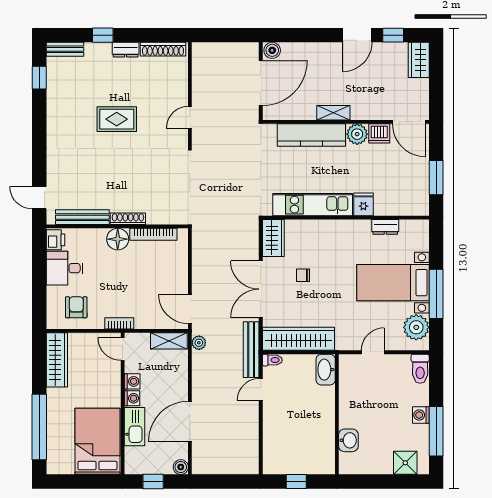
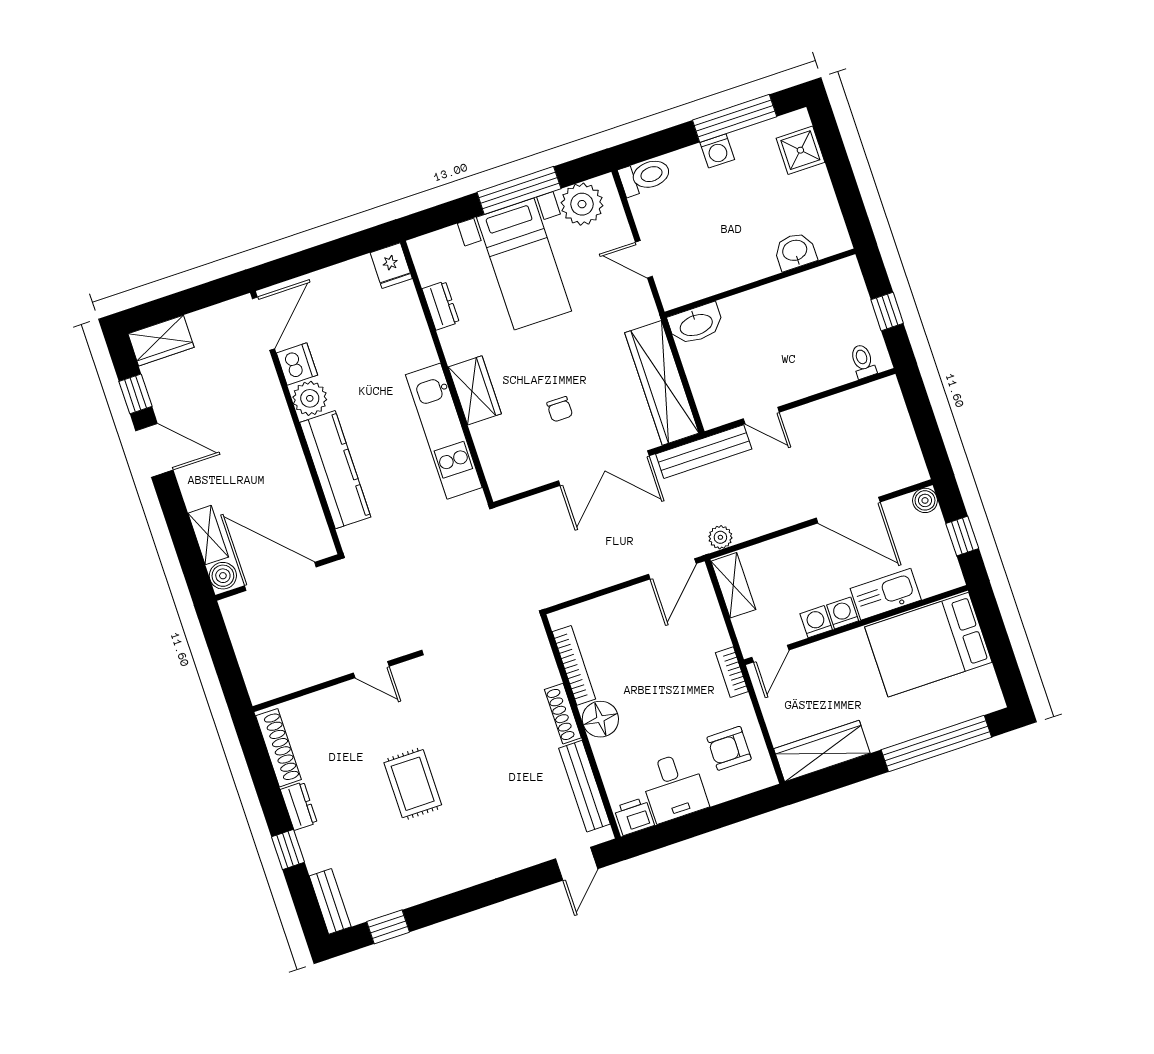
shelving: (333, 113) -> (208, 535), moved
window: (436, 178) -> (337, 251), removed
fridge: (363, 204) -> (391, 266), moved, turned -90
wardrobe: (273, 238) -> (475, 390), moved, turned 90
toilet: (272, 360) -> (863, 361), moved

